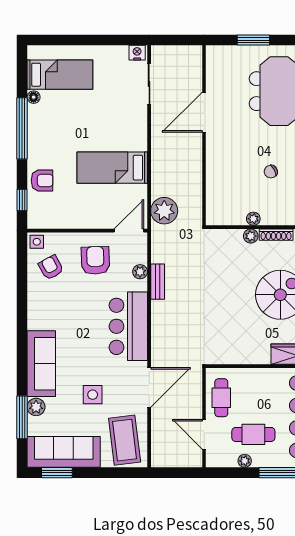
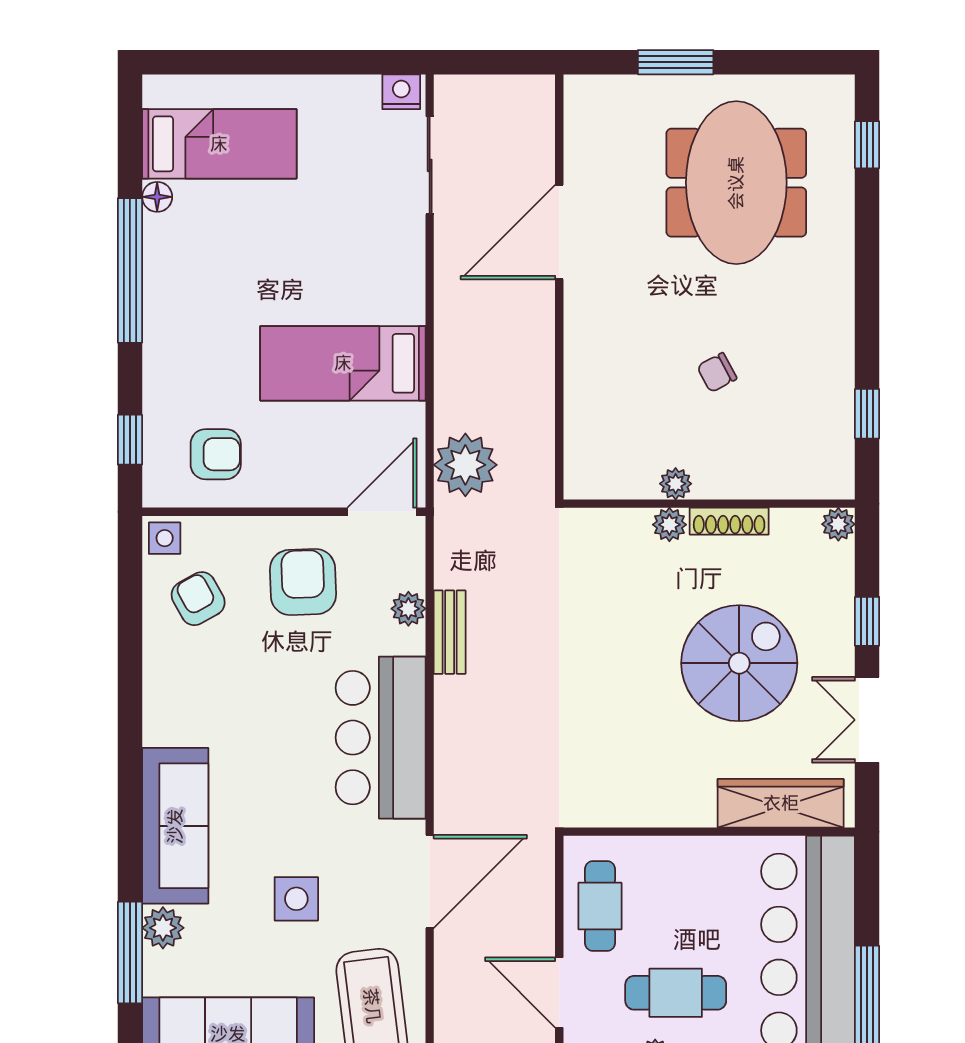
armchair: (42, 180) -> (216, 454), moved

